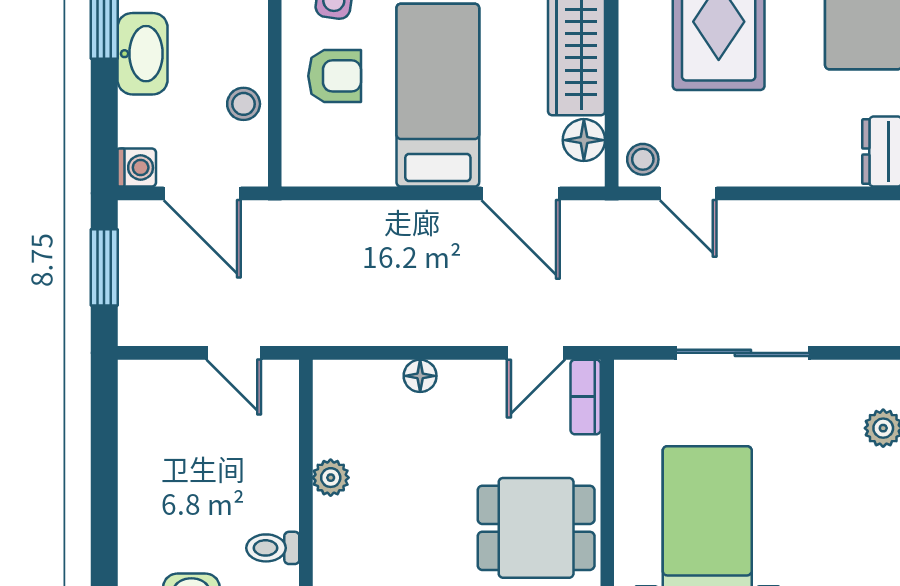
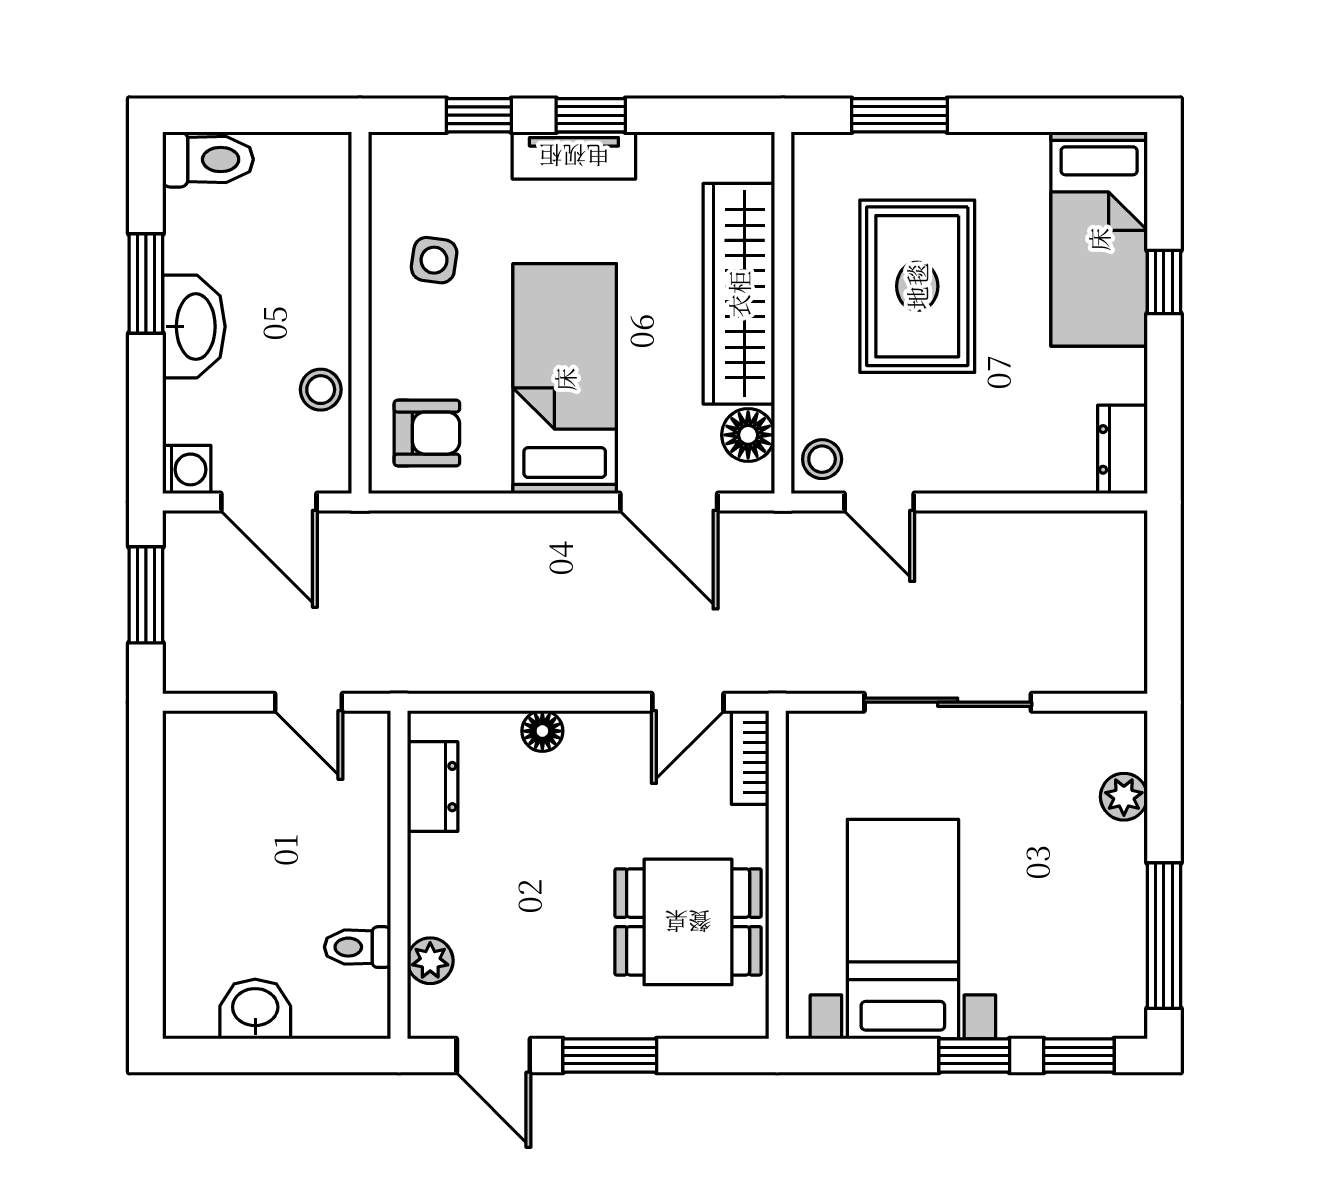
armchair: (335, 76) -> (427, 433), moved
dresser: (333, 420) -> (433, 787), added
plant: (331, 478) -> (430, 961), moved

